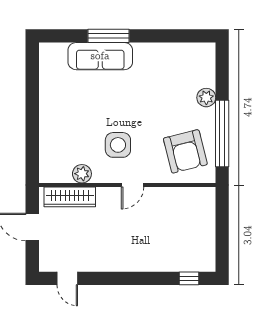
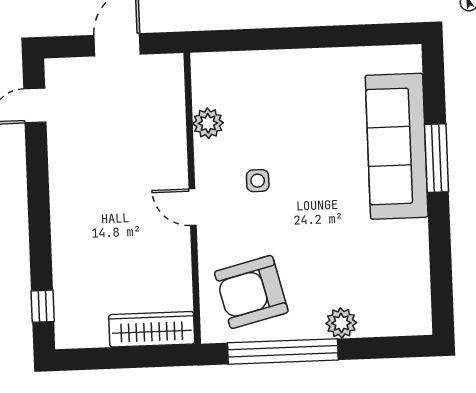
sofa: (100, 56) -> (397, 146), width x1.36, depth x1.27
side table: (118, 145) -> (258, 181), width x0.54, depth x0.54
wardrobe: (70, 197) -> (152, 329), moved, turned 90

